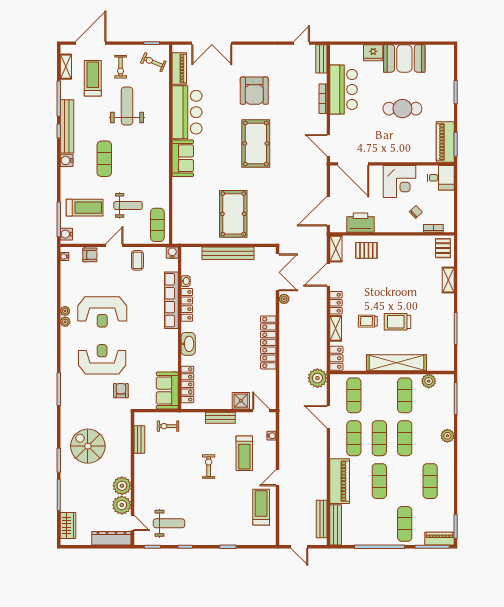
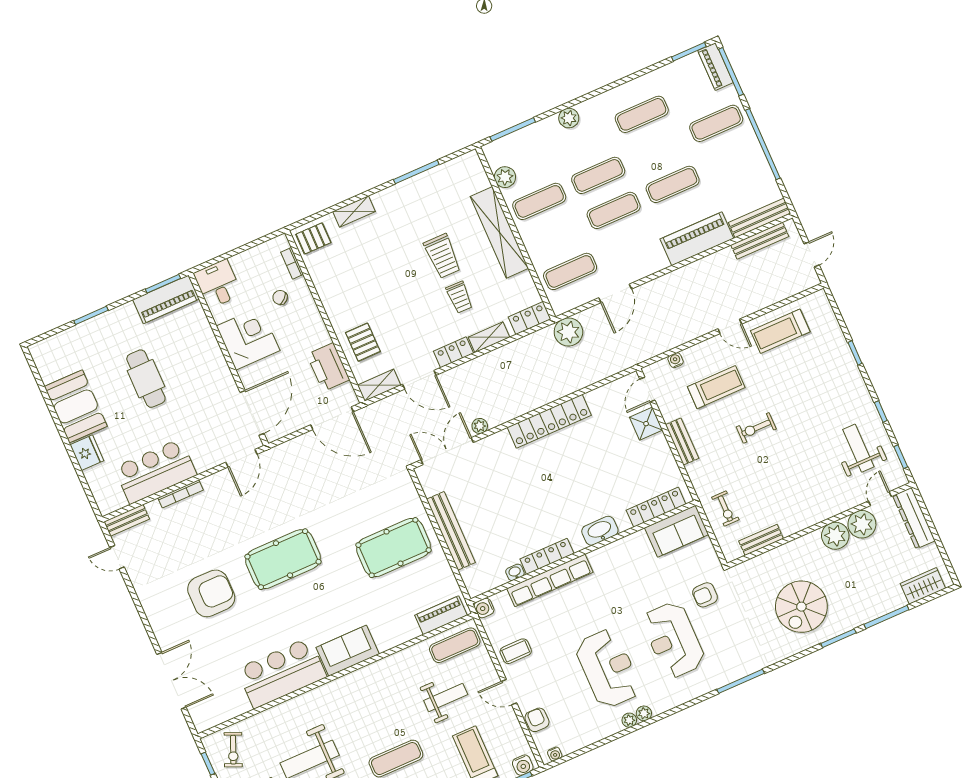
piano: (179, 69) -> (441, 615), moved
weight bench: (128, 205) -> (446, 697), turned 90
exercise mat: (354, 438) -> (629, 245), removed

